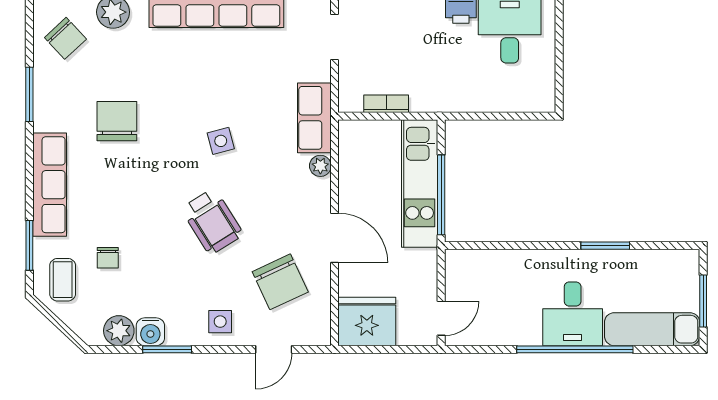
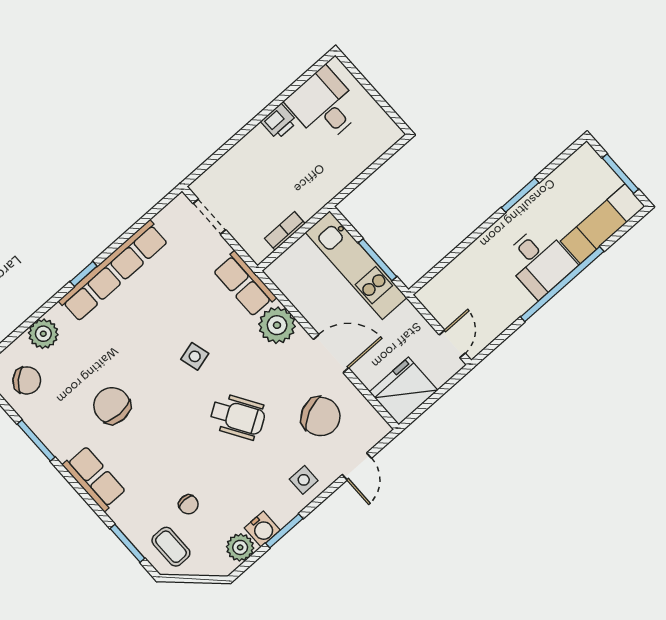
plant: (320, 166) -> (277, 325), width x1.88, depth x1.88
row of seats: (50, 185) -> (94, 478), width x0.68
window: (441, 195) -> (378, 260), width x0.69

